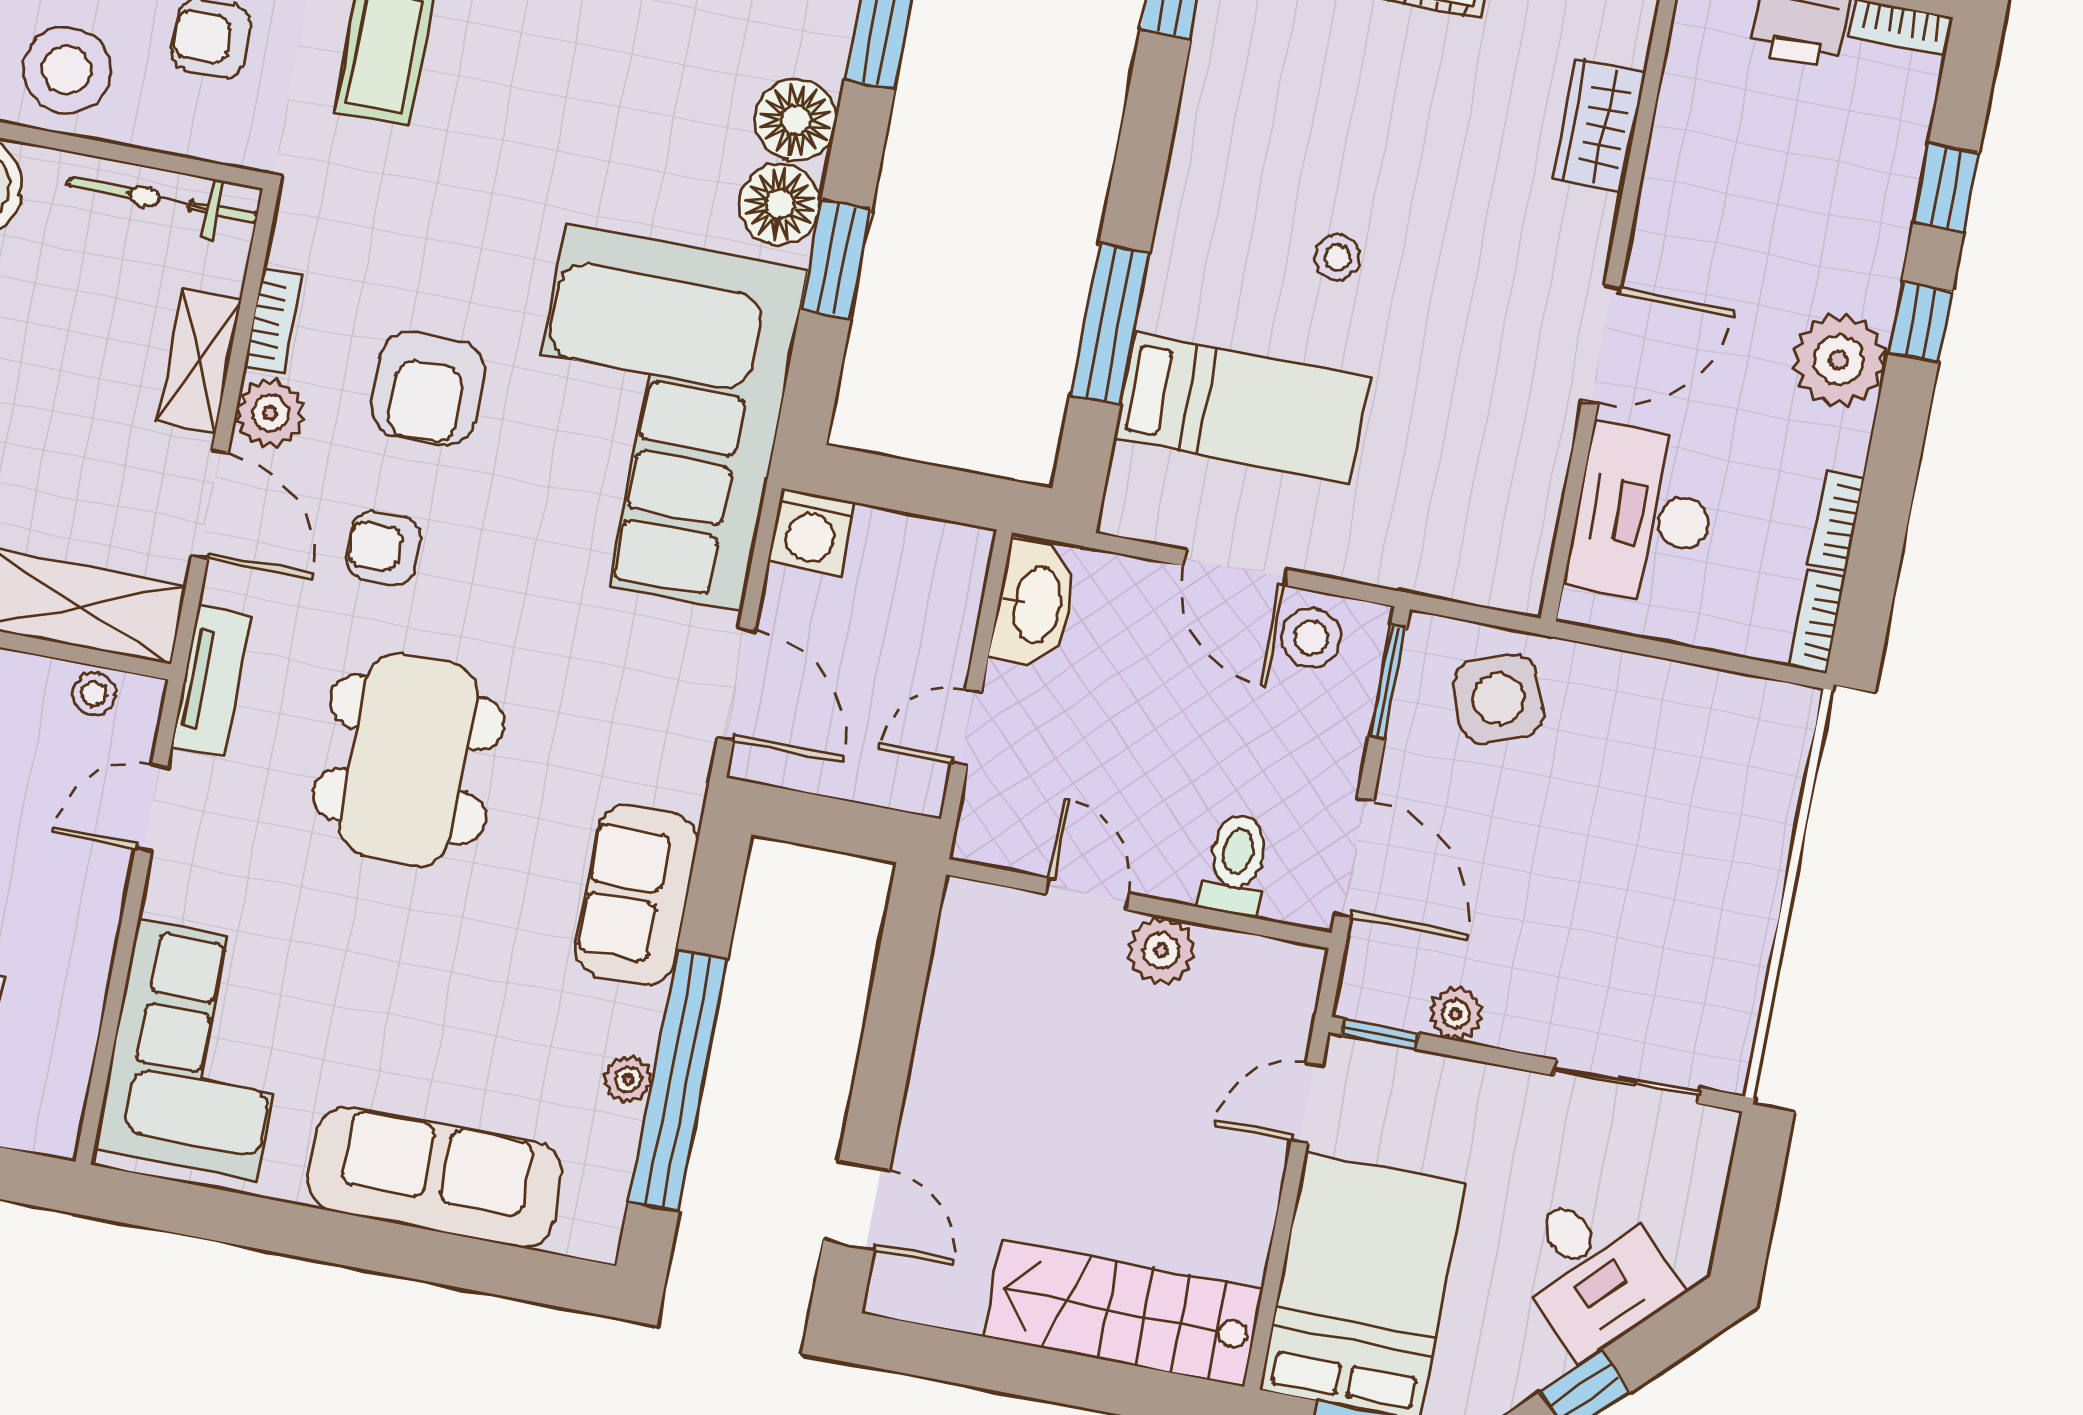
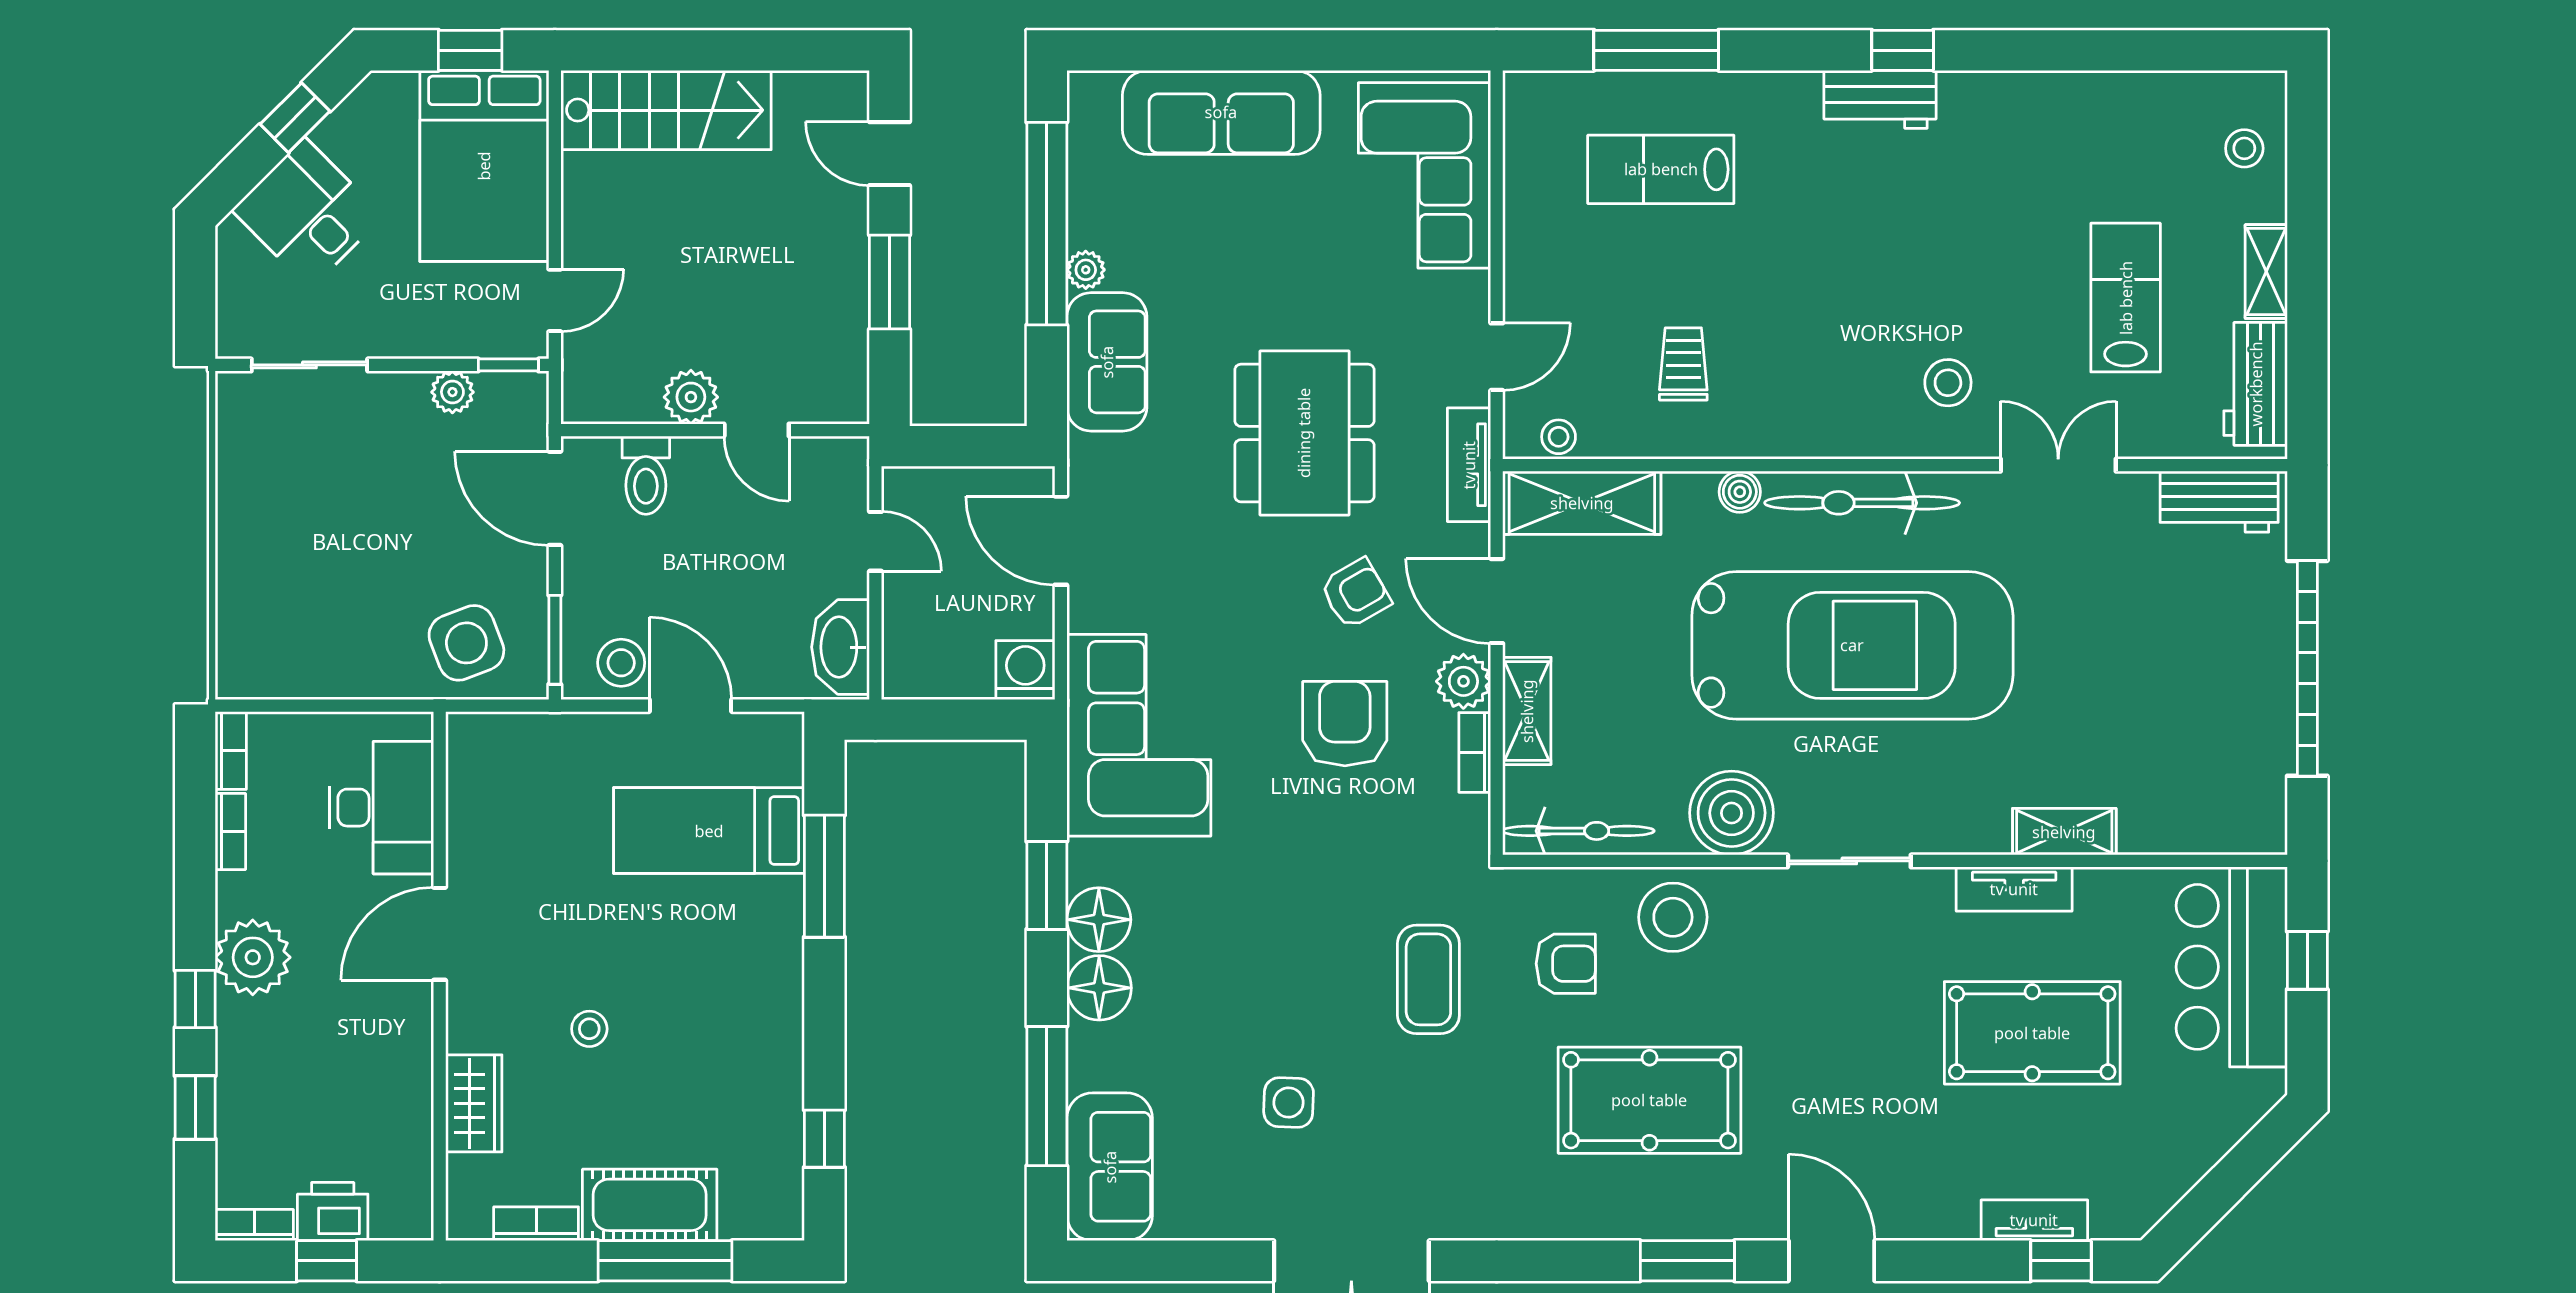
stool: (1337, 257) -> (589, 1029), moved
corner sofa: (654, 418) -> (1139, 735), width x0.73, depth x0.74
armchair: (383, 548) -> (1355, 594), turned -30
door: (966, 727) -> (875, 541), hinge flipped
window: (887, 1046) -> (890, 282), added
plant: (628, 1080) -> (1086, 270), moved

